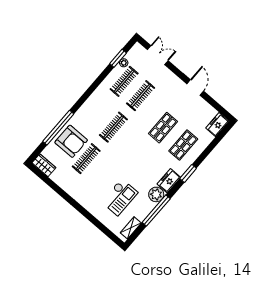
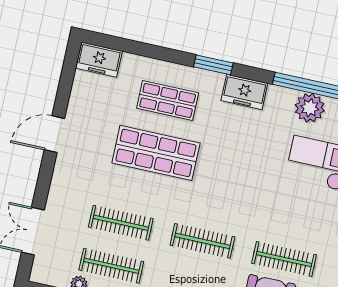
shop shelf: (163, 128) -> (156, 153), width x1.43, depth x1.36
plant: (156, 194) -> (310, 108), moved

